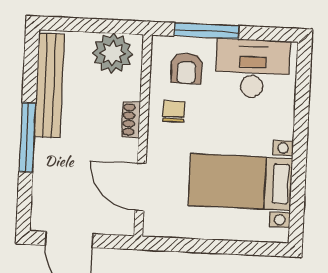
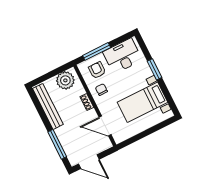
armchair: (187, 68) -> (97, 70), turned 180
window: (301, 130) -> (154, 69), added
window: (27, 138) -> (57, 144), moved

